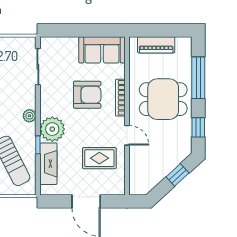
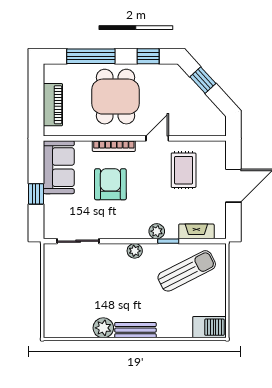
window: (79, 30) -> (36, 194), added
plant: (52, 129) -> (157, 231), width x0.53, depth x0.53
fireplace: (48, 164) -> (196, 231), width x0.73, depth x0.76

